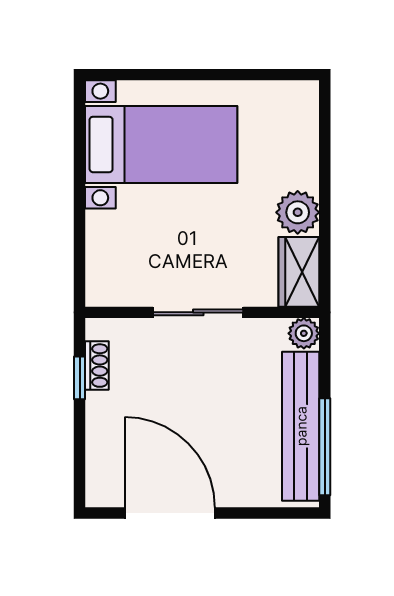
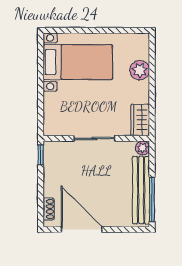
plant: (298, 212) -> (140, 70), moved
shoe rack: (97, 366) -> (49, 209), moved
window: (80, 378) -> (41, 155), moved

